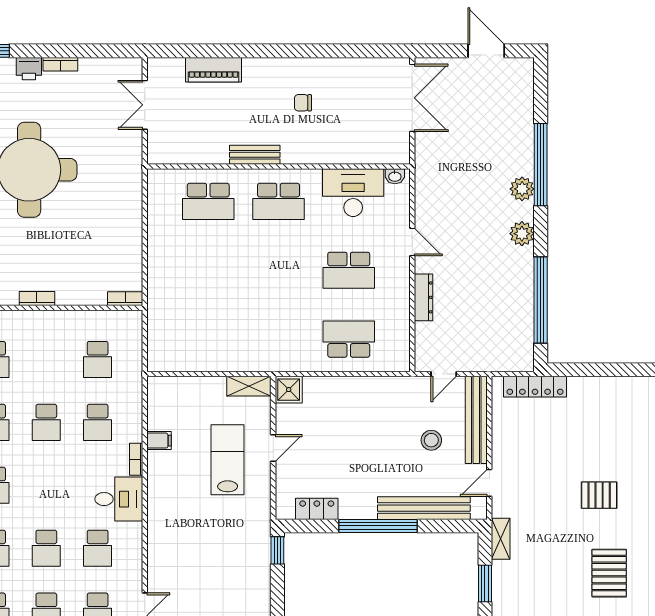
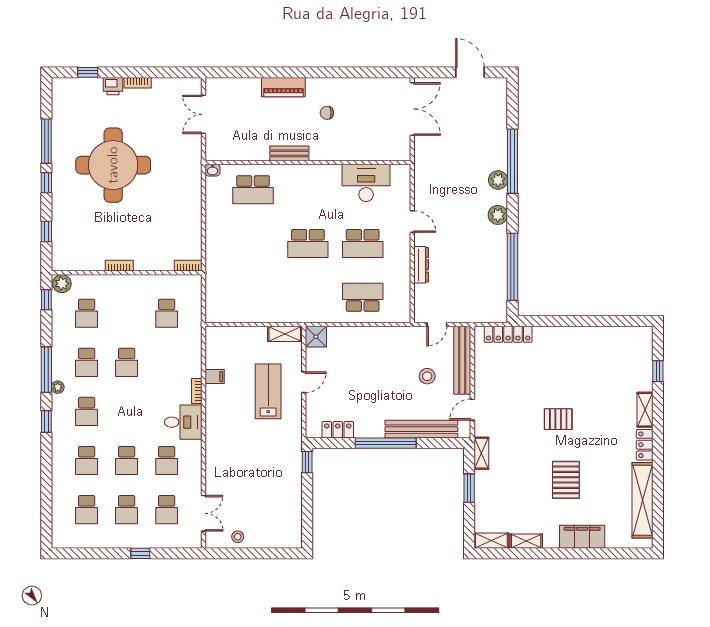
piano: (214, 70) -> (283, 87), moved
washbasin: (395, 176) -> (213, 170), moved
school desk: (278, 201) -> (308, 244), moved
school desk: (98, 422) -> (167, 362), removed

